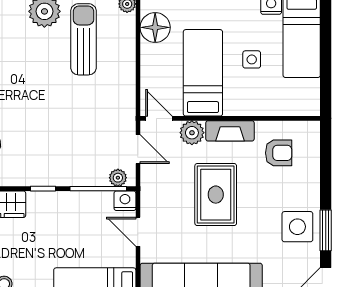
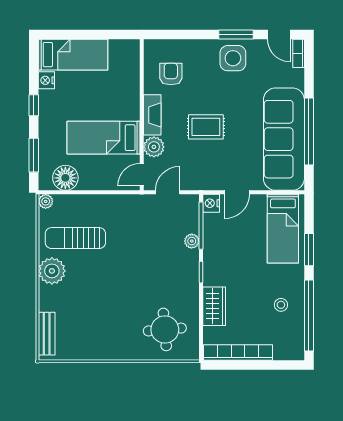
side table: (252, 59) -> (92, 97), removed
plant: (118, 178) -> (192, 241), moved
rug: (216, 195) -> (206, 127), width x0.73, depth x0.70

